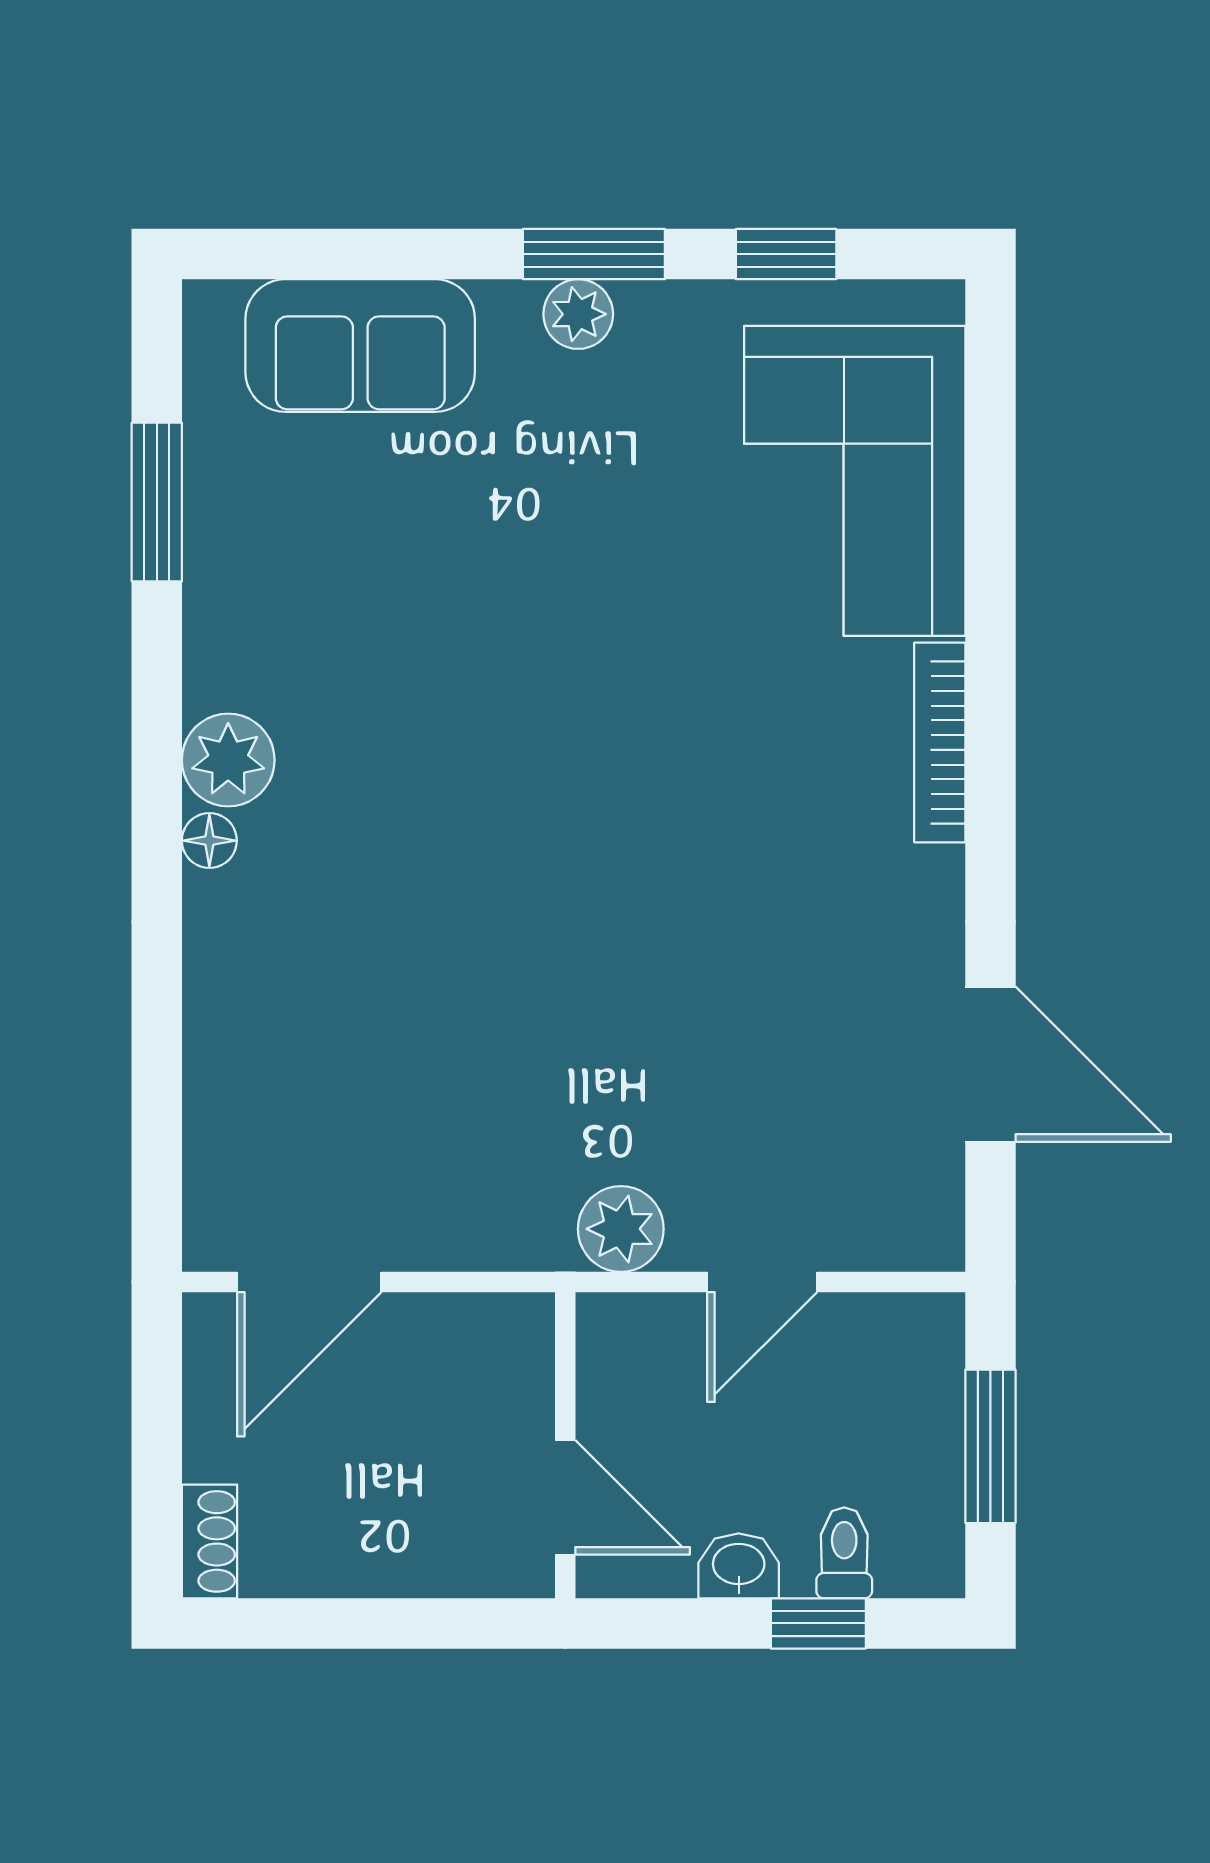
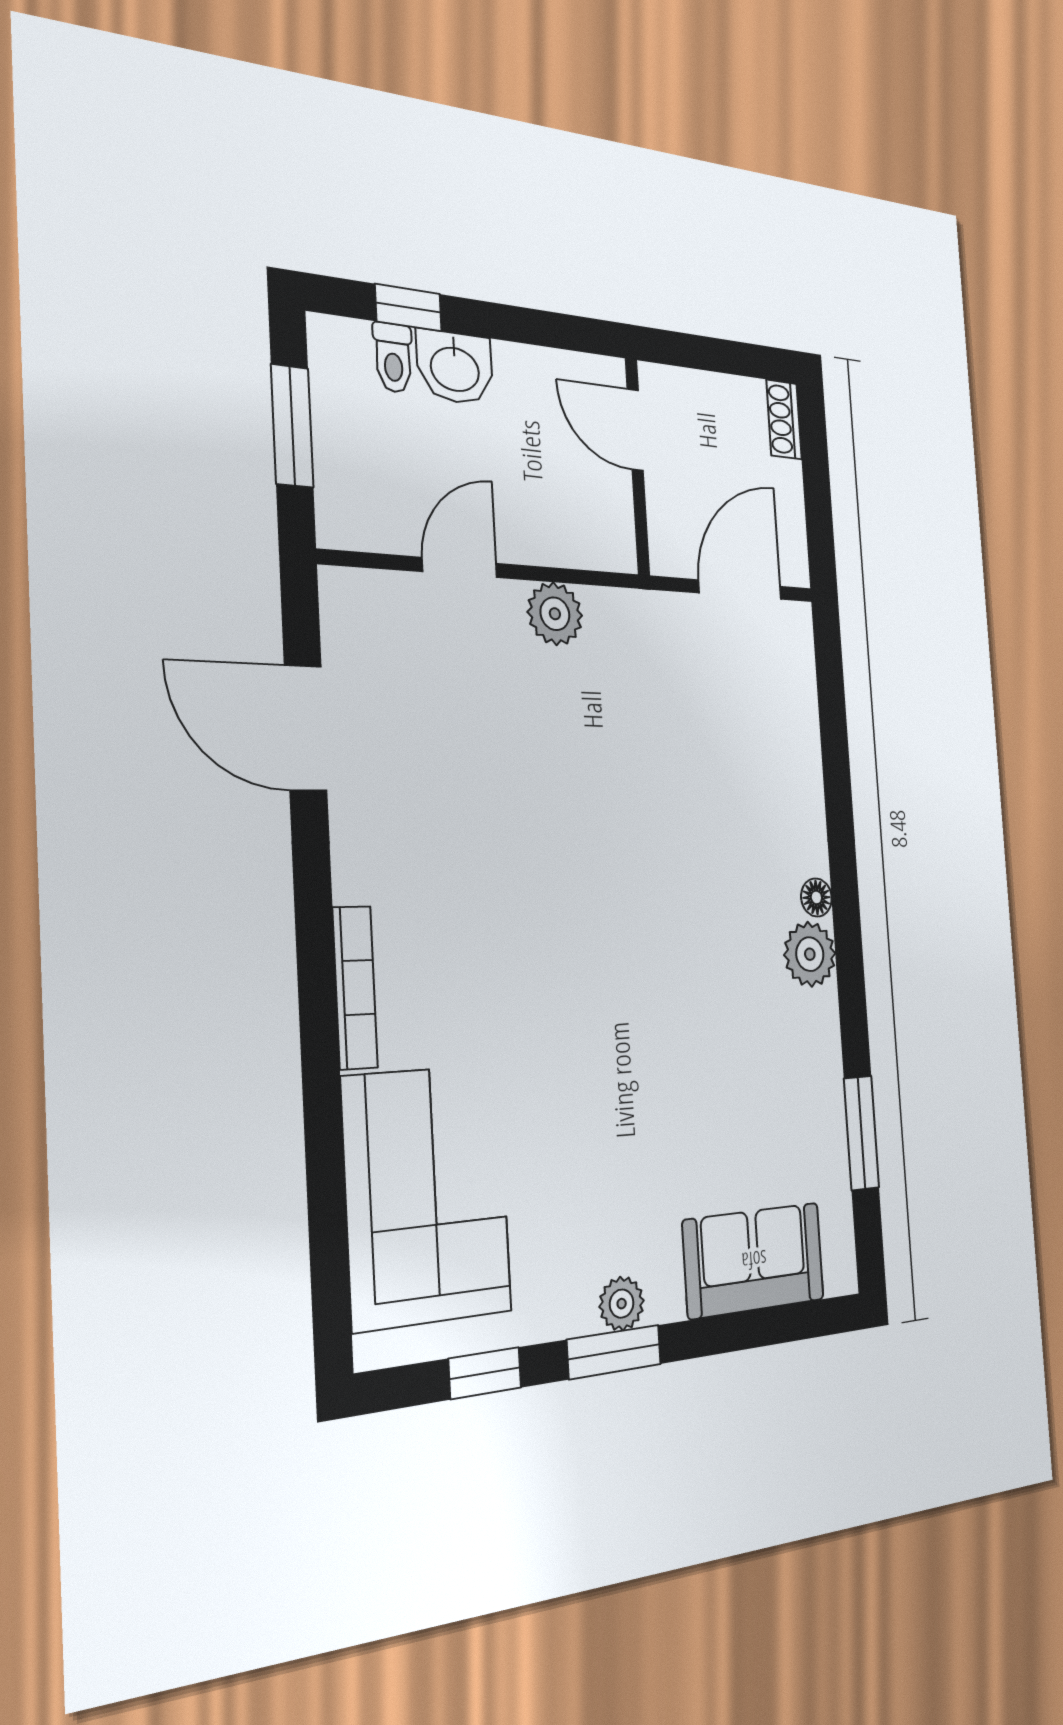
wall: (565, 1445) -> (637, 467), moved
door: (565, 1497) -> (635, 430), moved
washbasin: (739, 1566) -> (455, 367), width x1.38, depth x1.45

